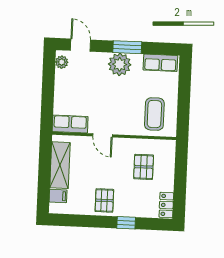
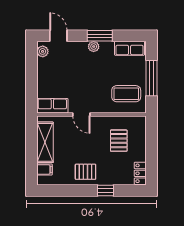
plant: (120, 64) -> (94, 47), width x0.53, depth x0.53
window: (184, 98) -> (152, 78), added
coffee table: (154, 114) -> (126, 94), turned 90
pallet: (104, 200) -> (85, 172), turned 90

